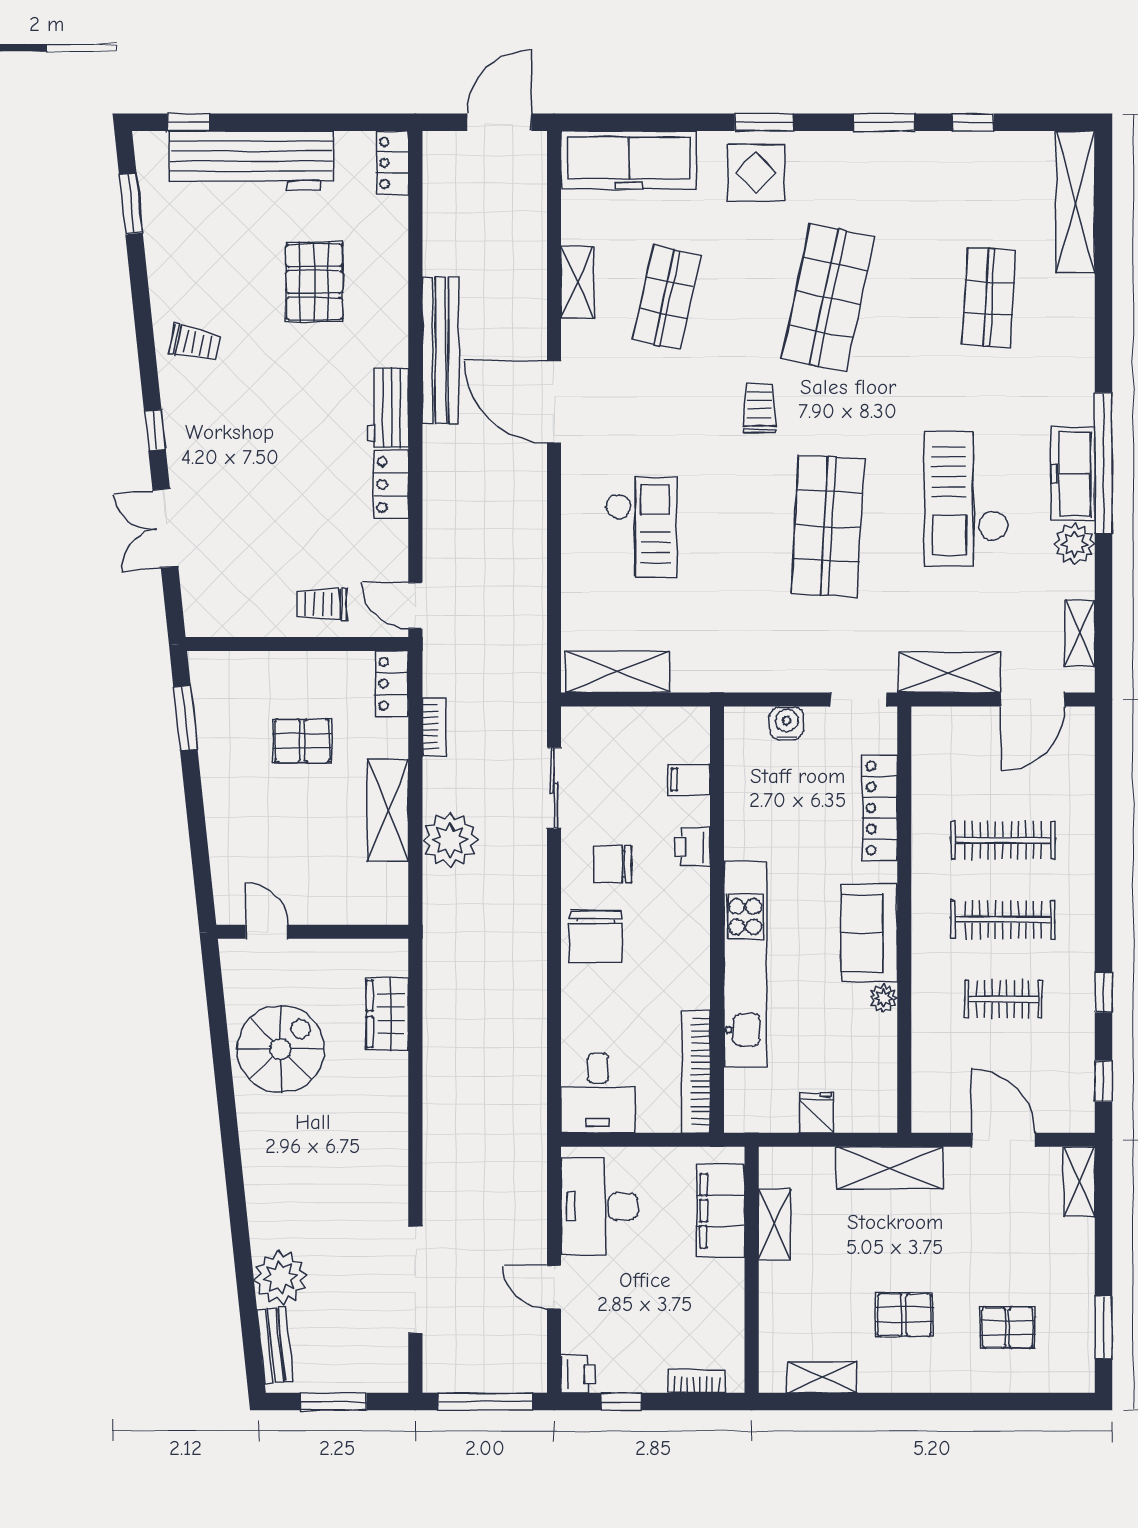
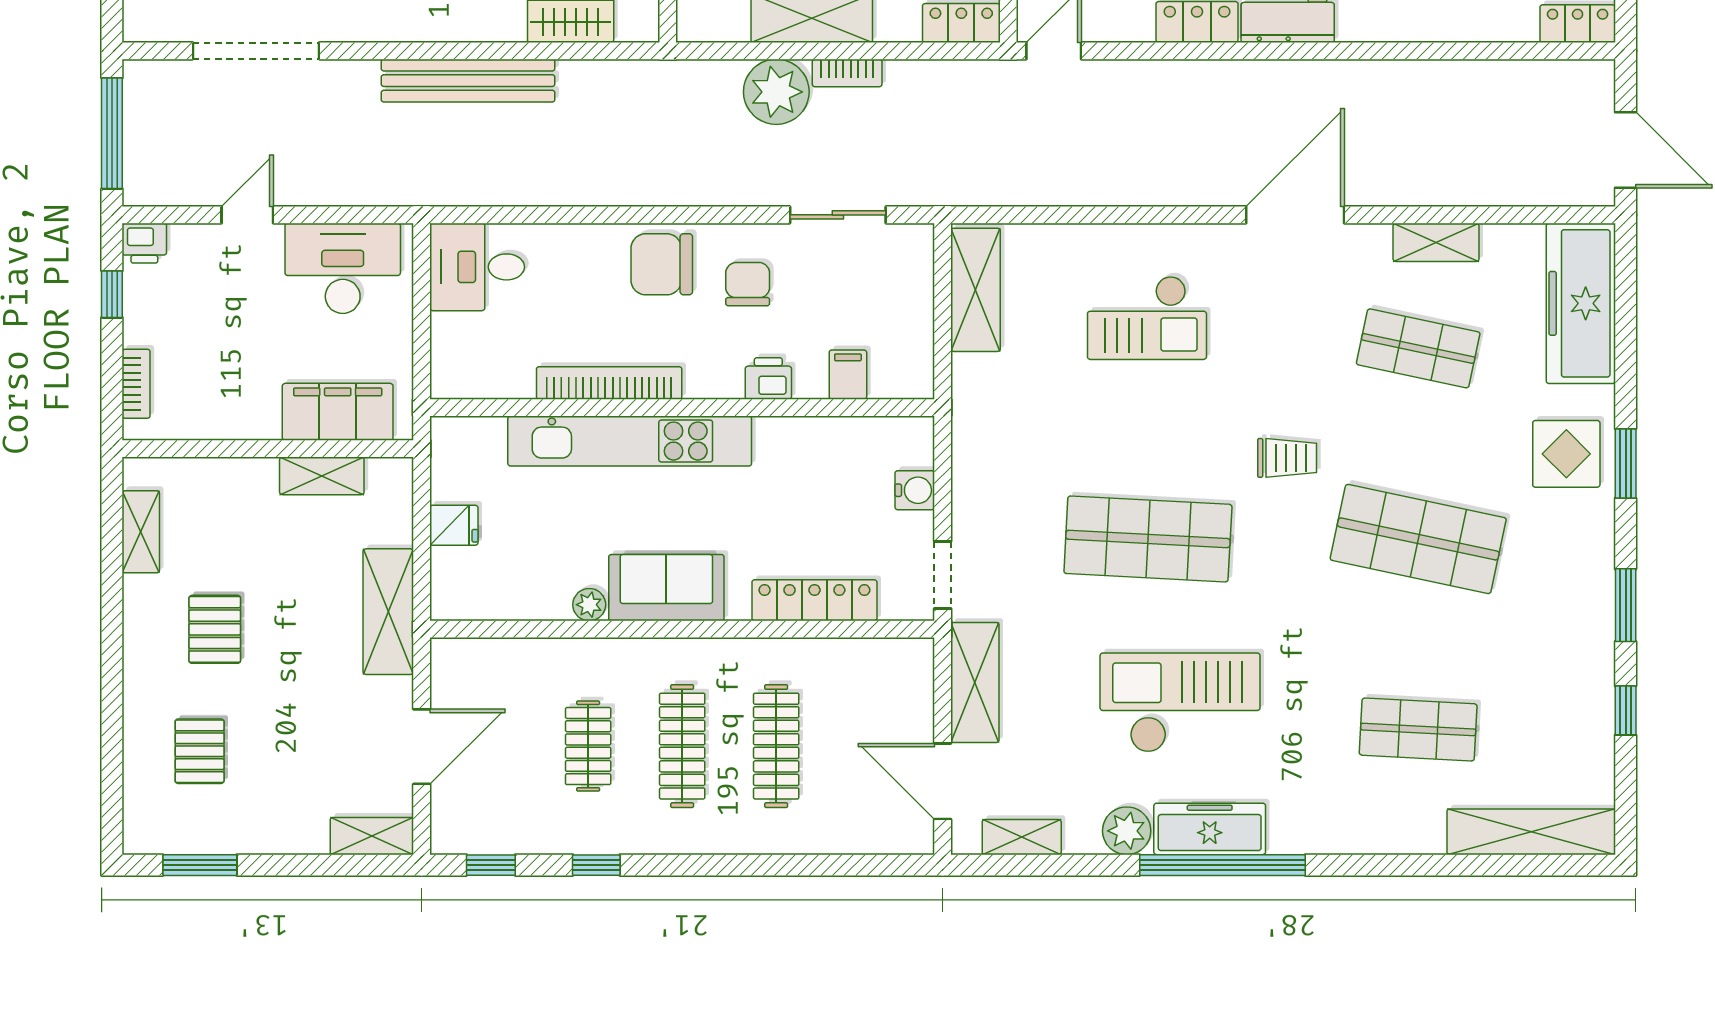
bench: (441, 350) -> (468, 81), moved
bookcase: (434, 727) -> (847, 73), moved
bookcase: (696, 1072) -> (609, 383), moved

